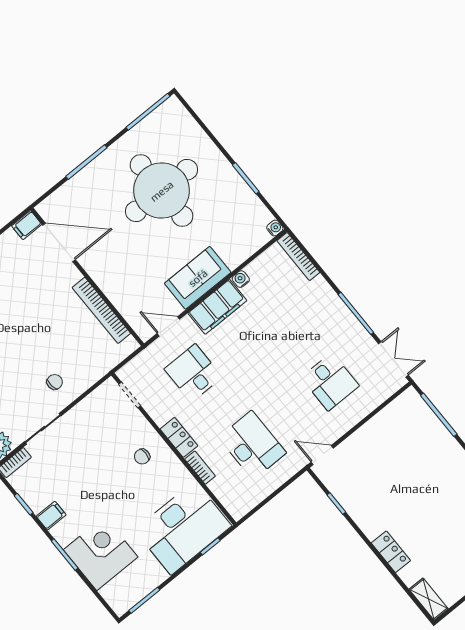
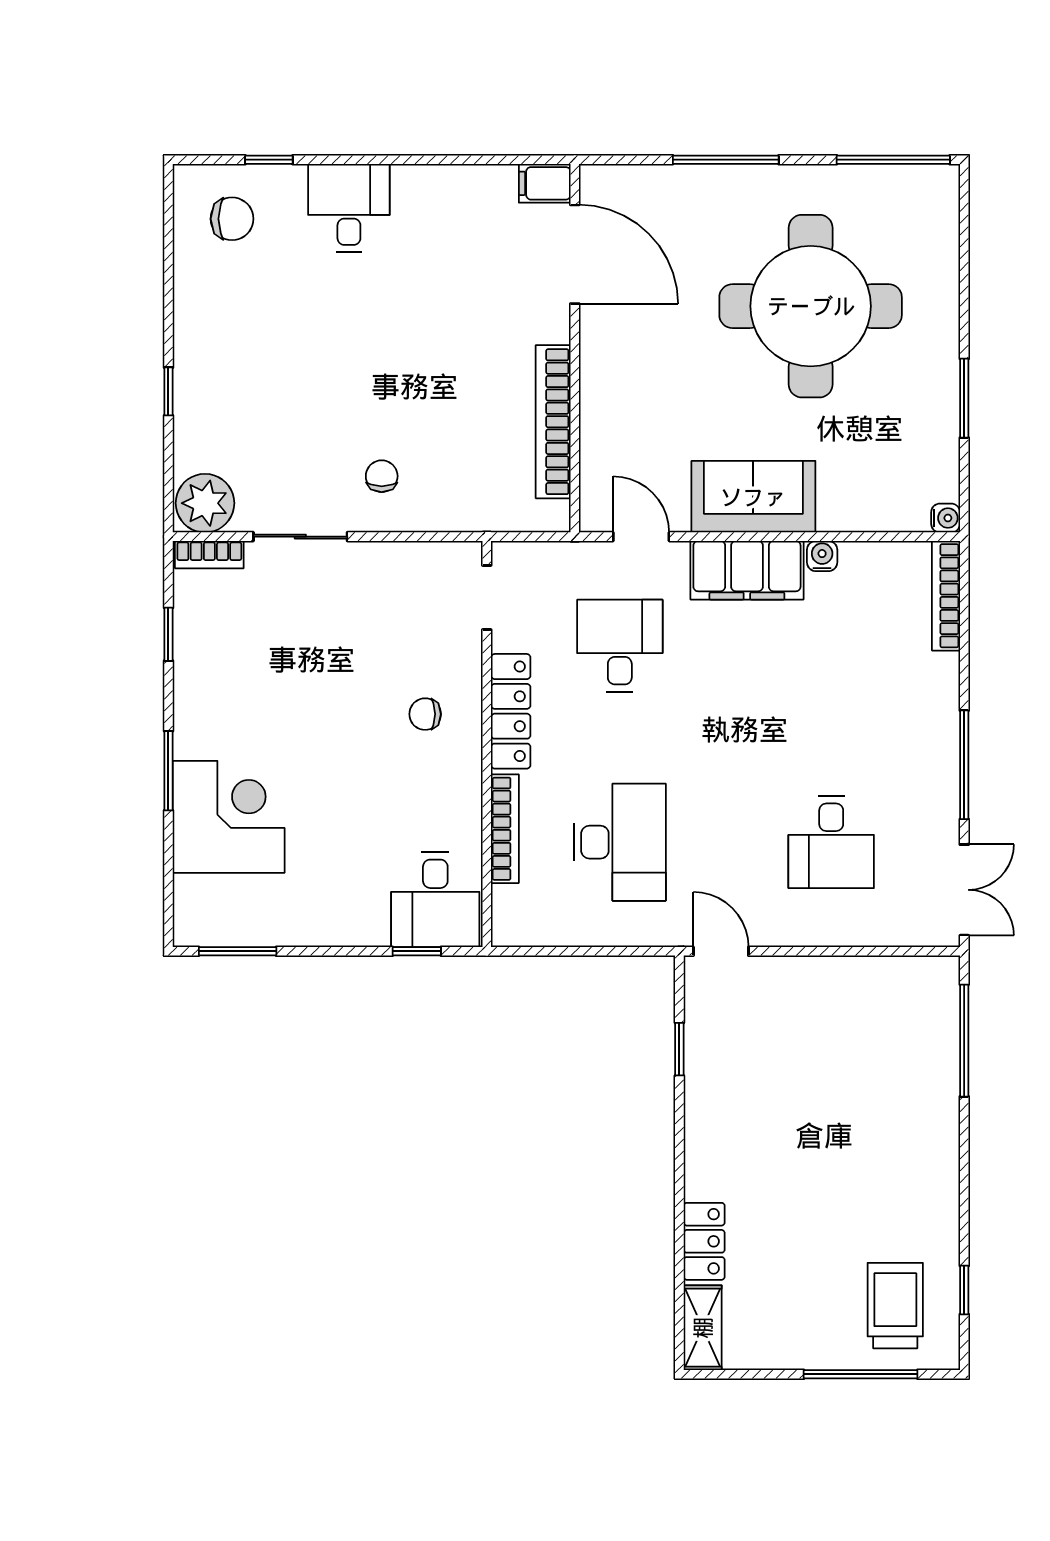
chair: (55, 382) -> (382, 476), turned -84
locker: (179, 437) -> (511, 711), width x1.53
bookcase: (200, 468) -> (505, 829), width x1.56
filing cabinet: (51, 516) -> (198, 689), removed
desk: (183, 528) -> (435, 899), width x0.53, depth x0.77
locker: (391, 552) -> (704, 1241), moved

